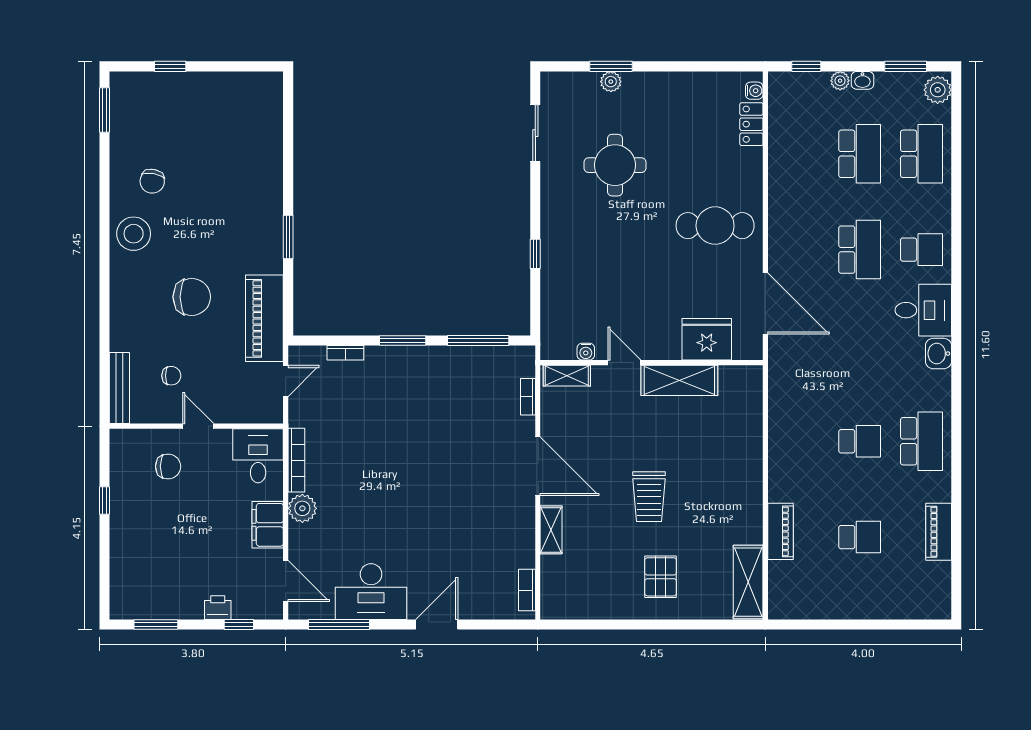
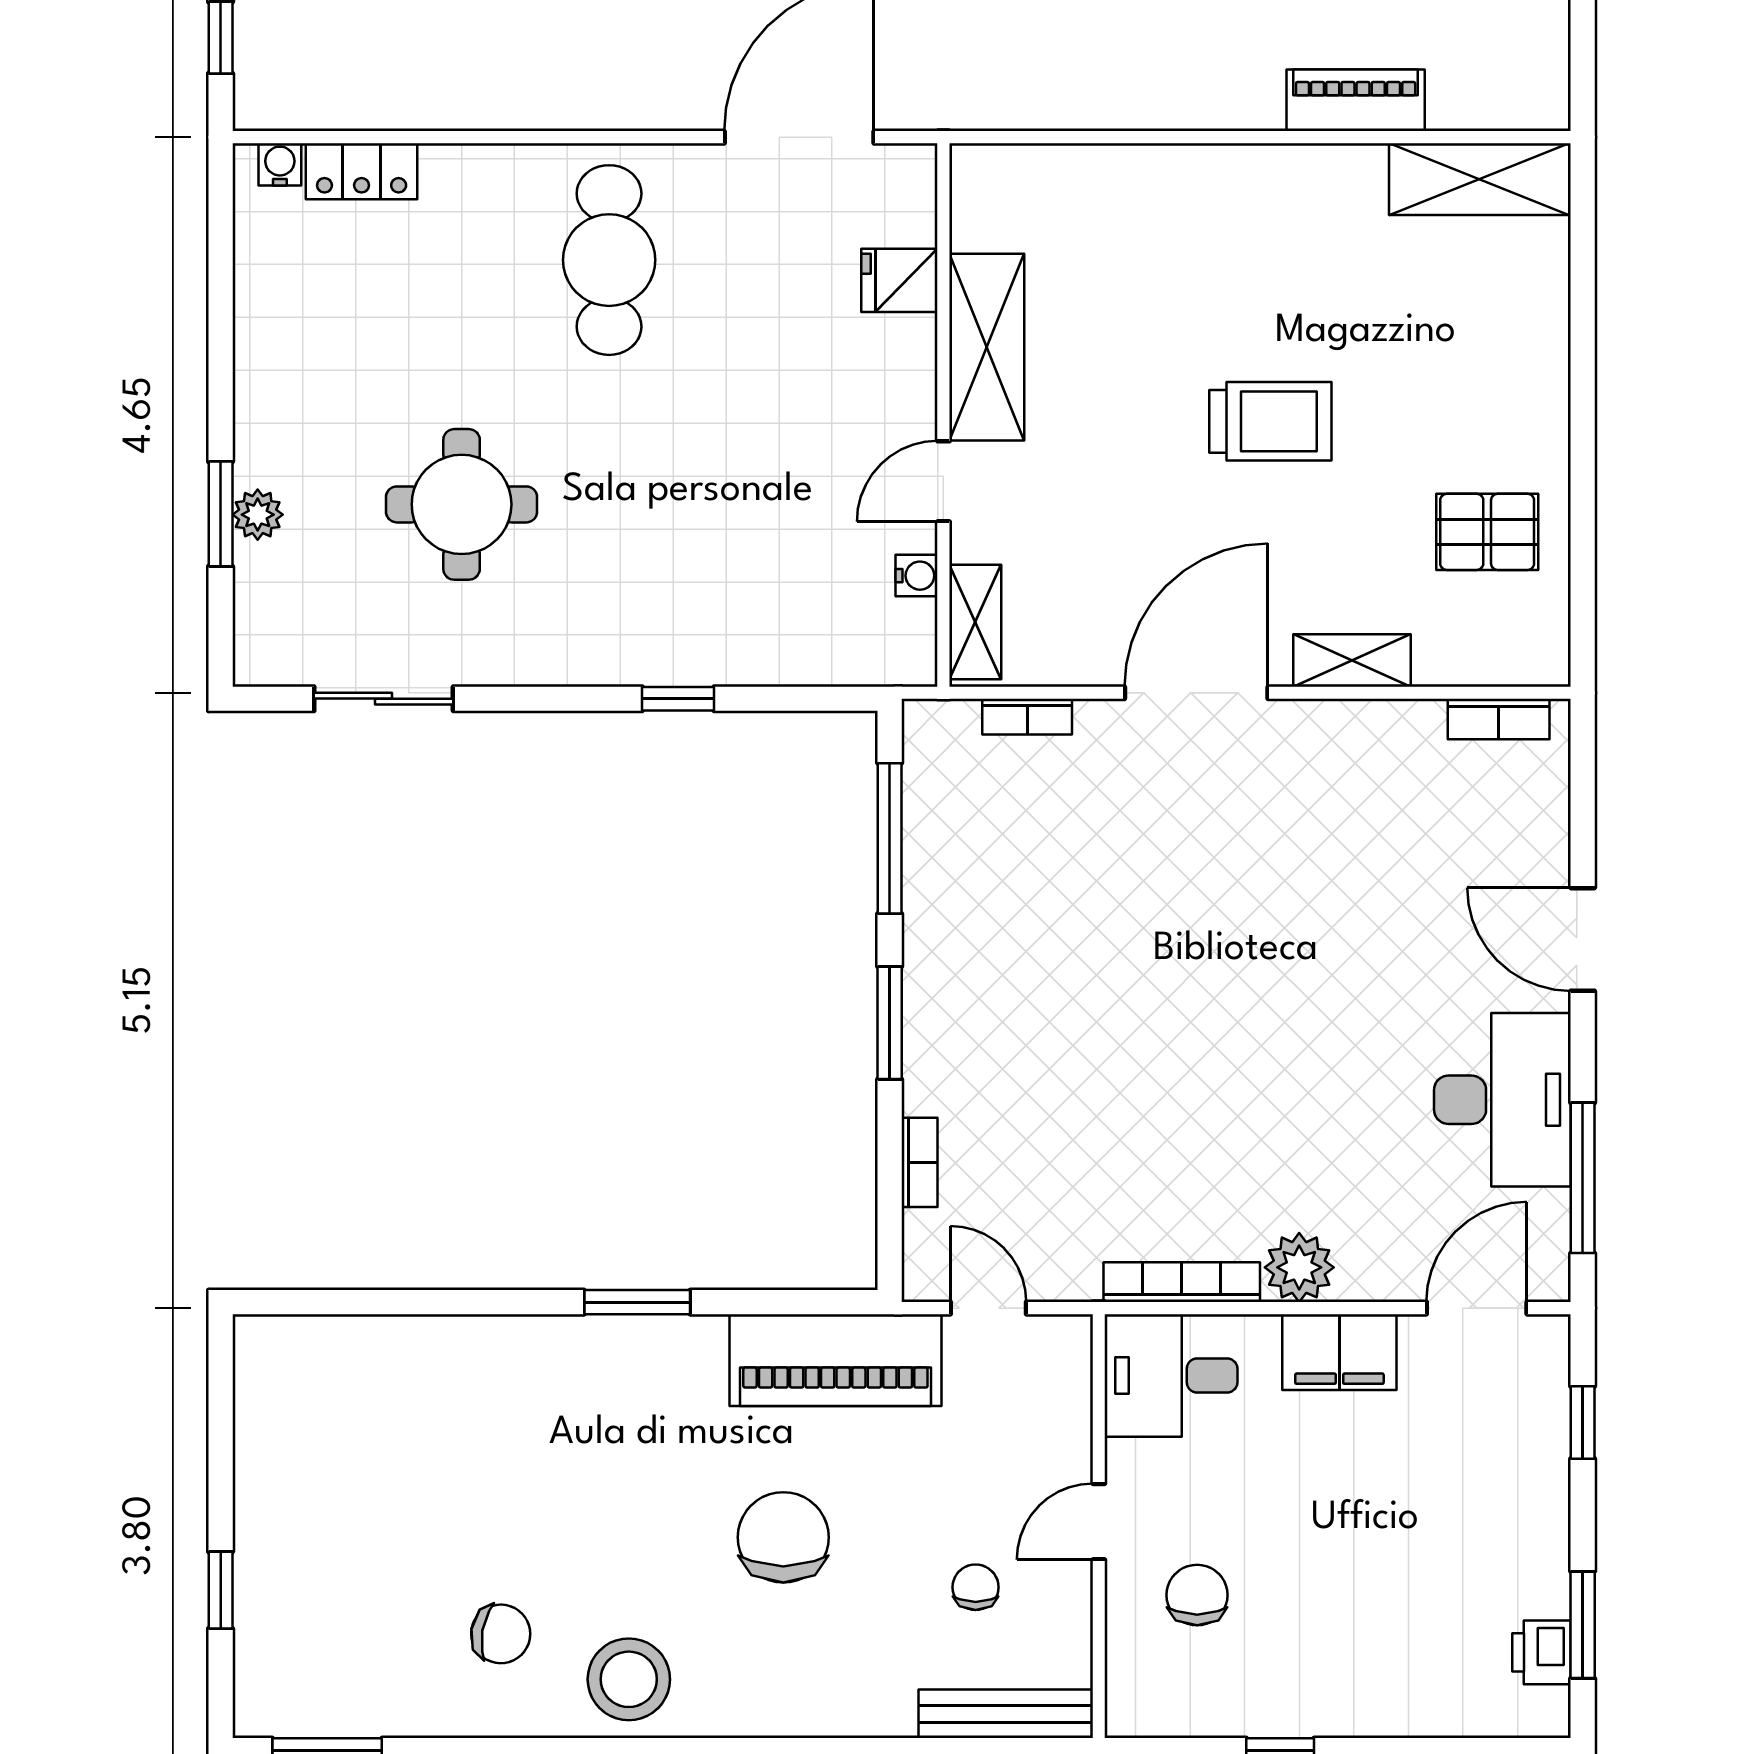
fridge: (707, 339) -> (899, 280), width x0.53, depth x0.75
pallet: (661, 577) -> (1487, 532), moved
printer: (218, 608) -> (1541, 1652), moved

